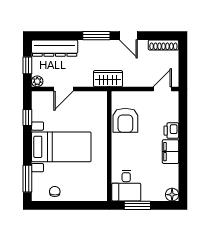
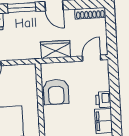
wardrobe: (108, 79) -> (56, 50), moved

